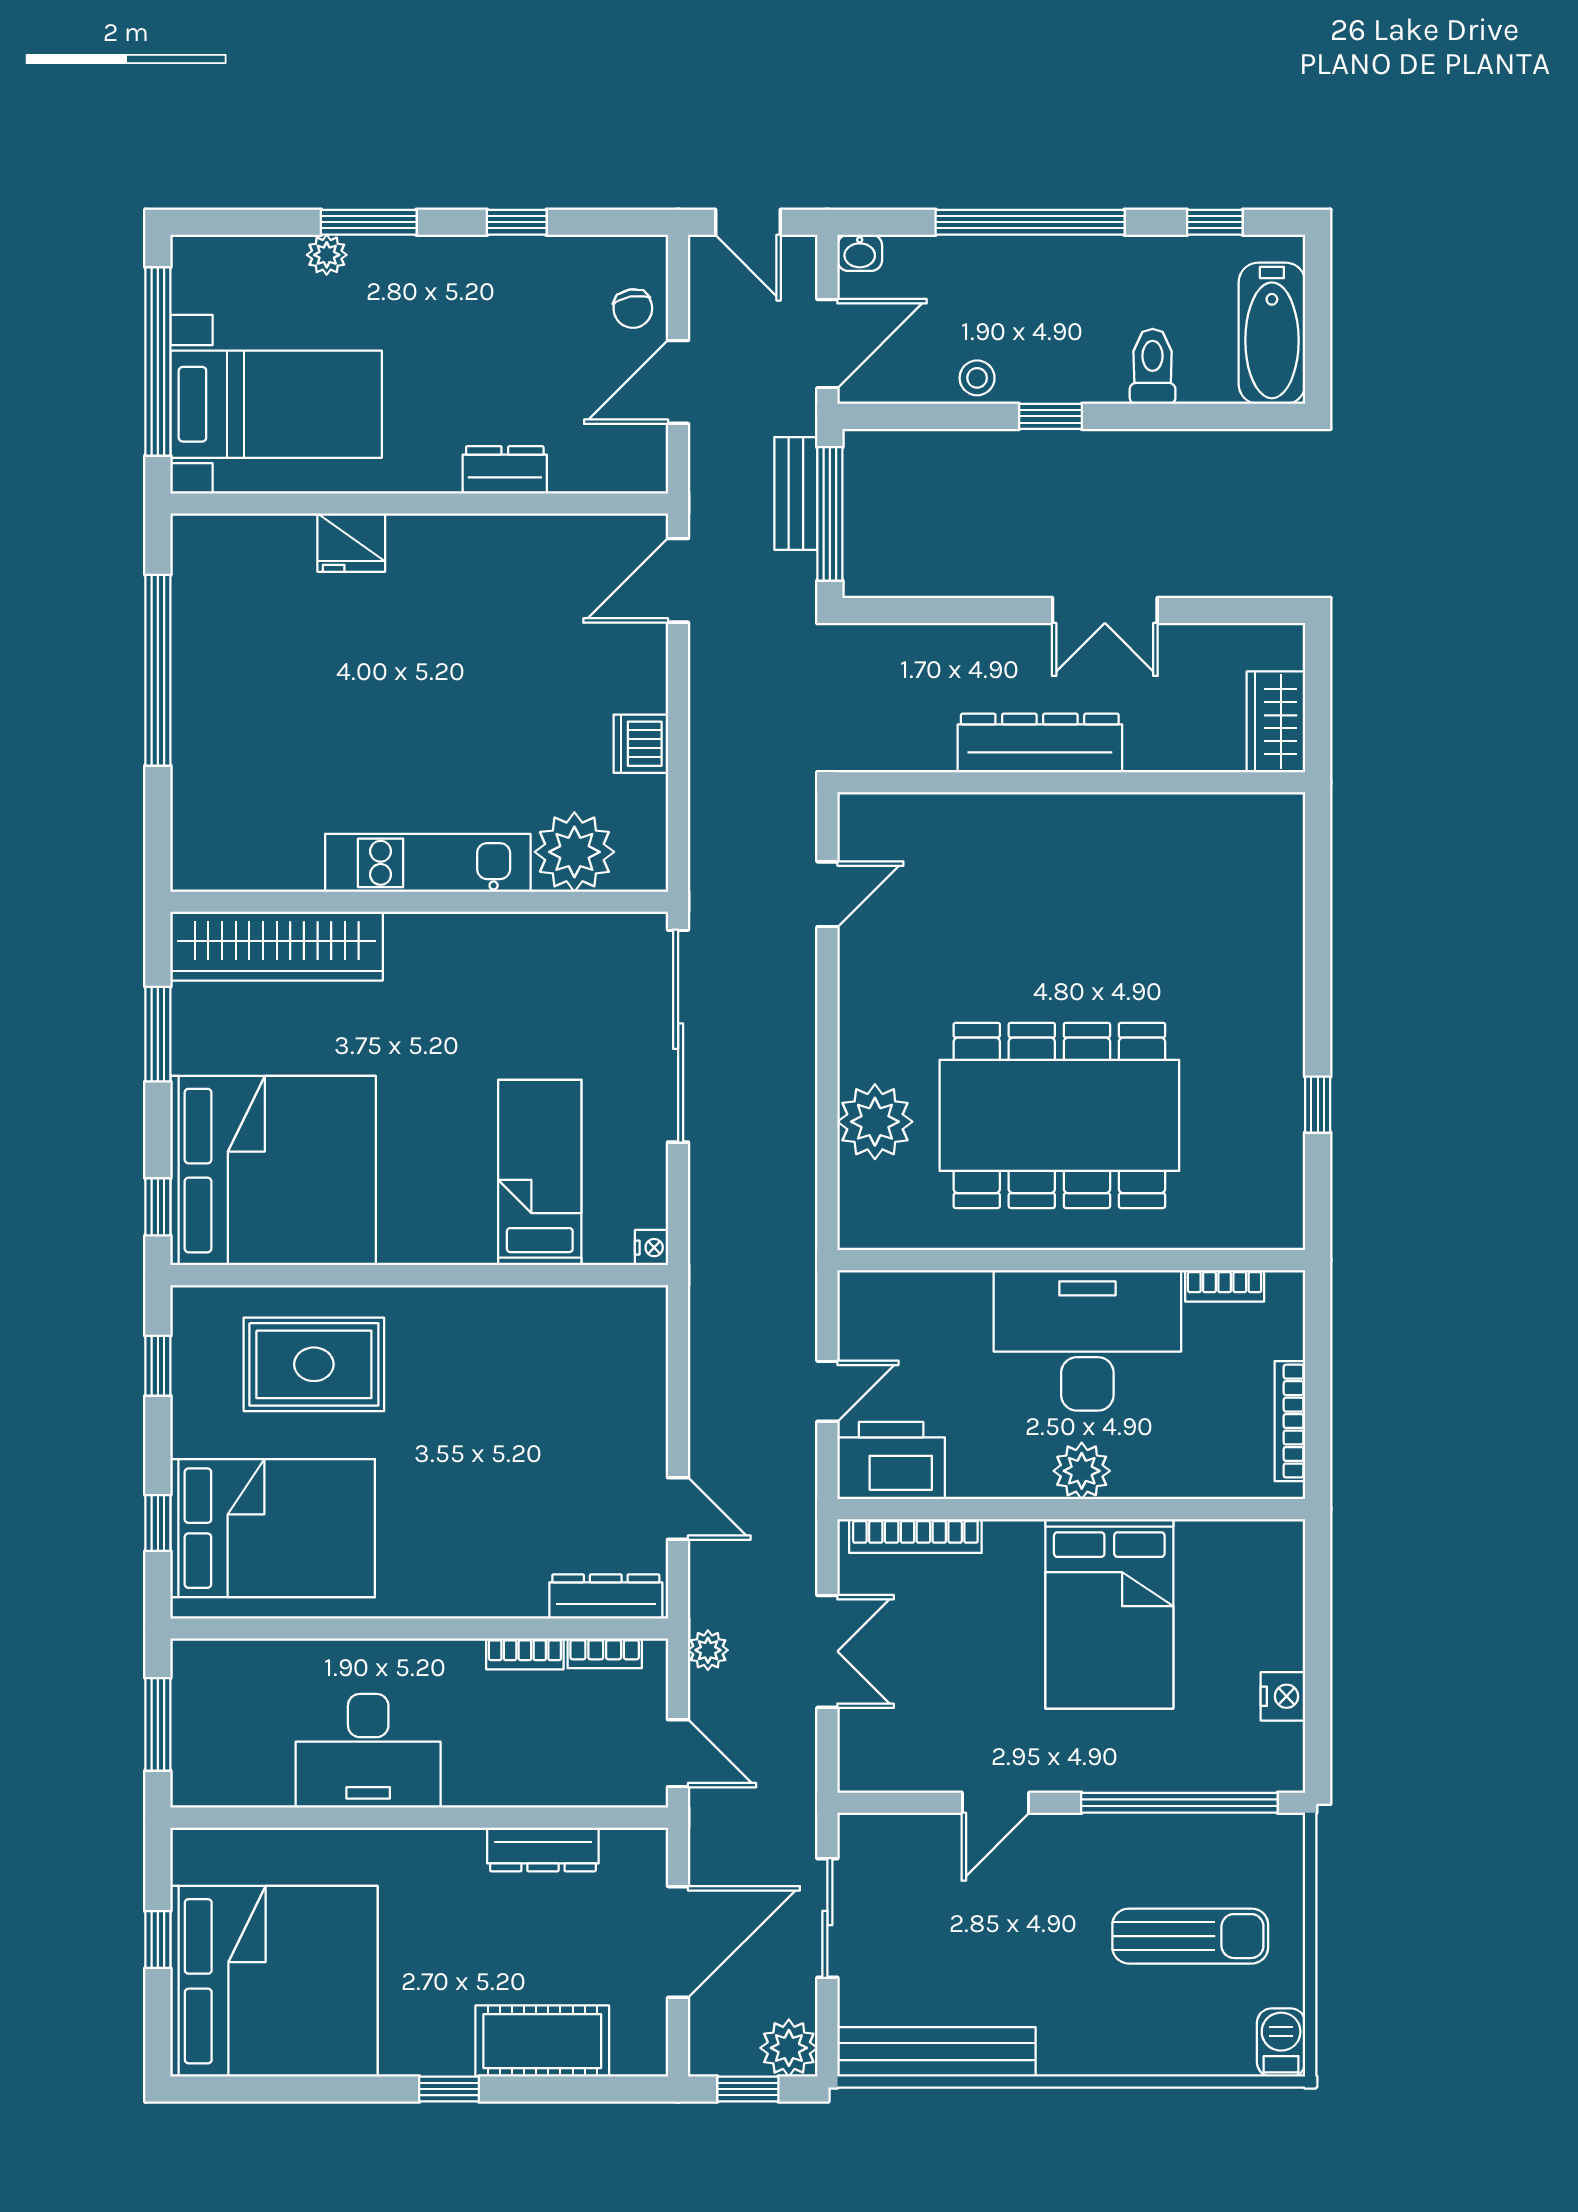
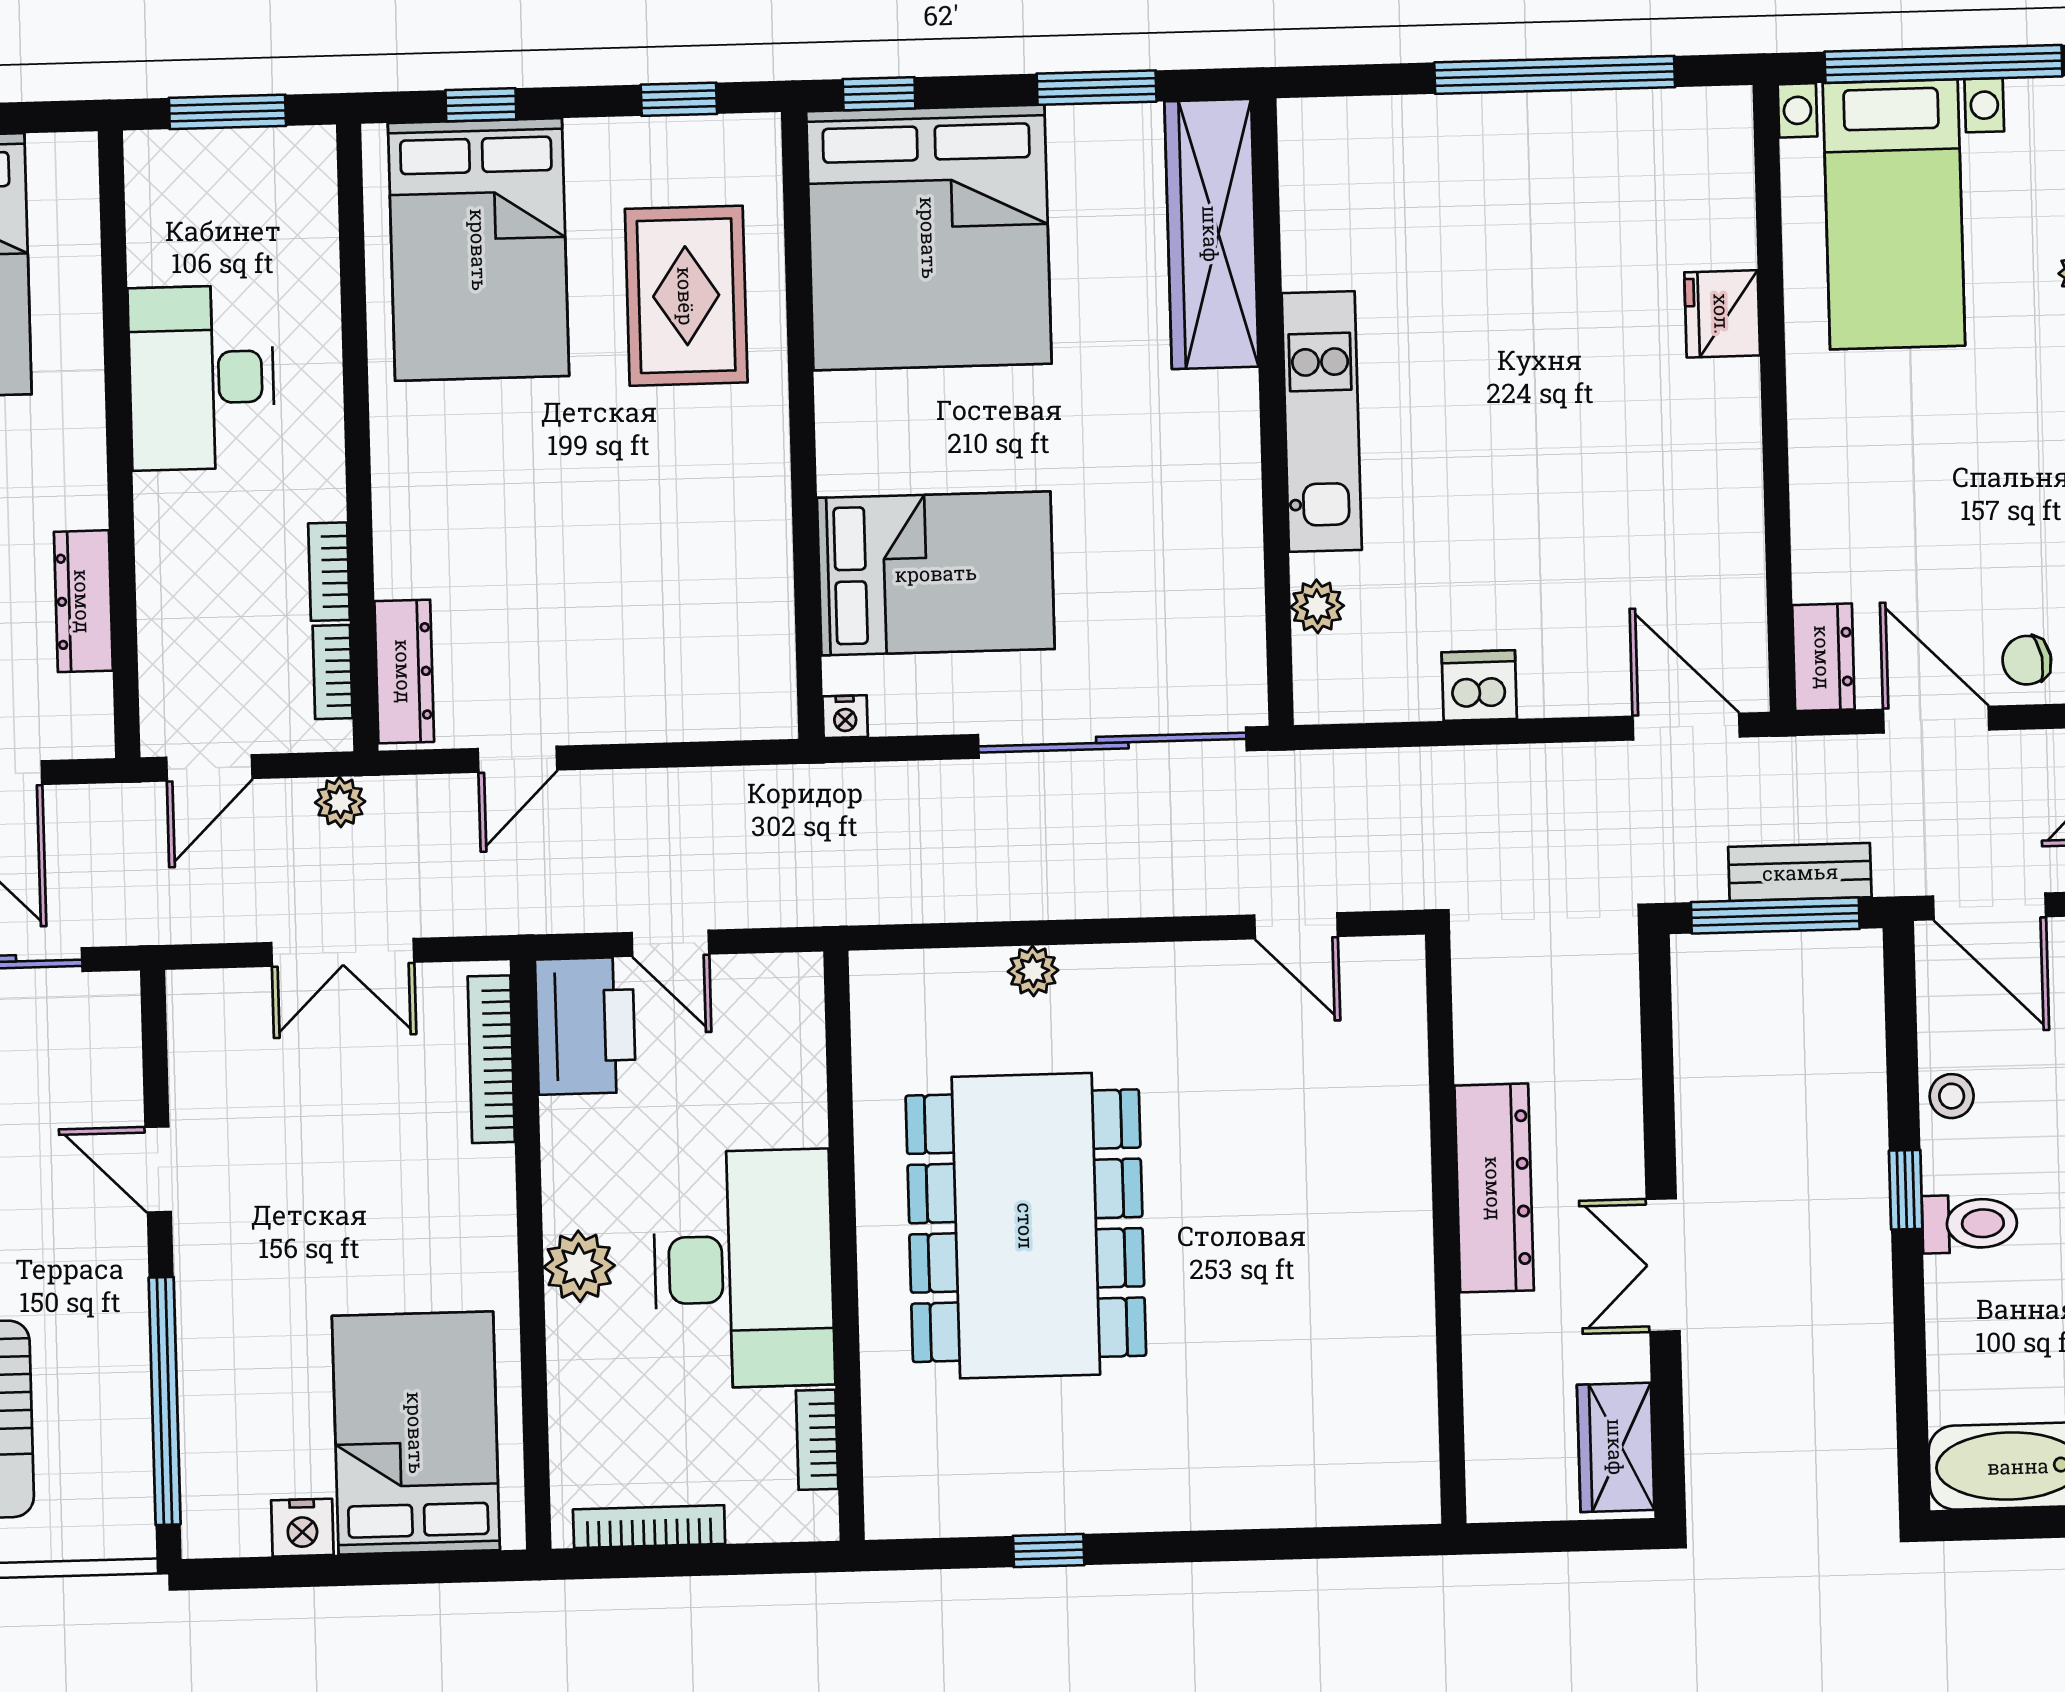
toilet: (1153, 366) -> (1970, 1224), moved
dresser: (505, 470) -> (1823, 657), moved
wardrobe: (1276, 722) -> (1616, 1447), moved, turned -90
plant: (574, 852) -> (1317, 606), width x0.53, depth x0.53
plant: (875, 1122) -> (1033, 971), width x0.53, depth x0.53
bed: (540, 1172) -> (936, 573), width x1.50
bed: (1109, 1614) -> (416, 1433), moved, turned 90

